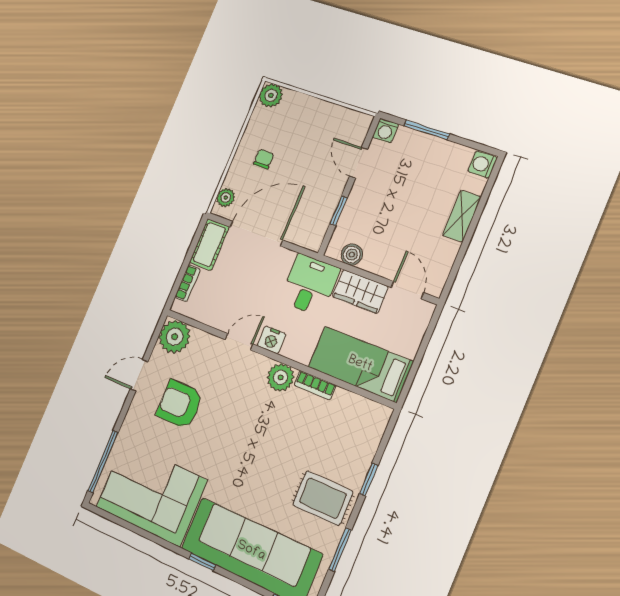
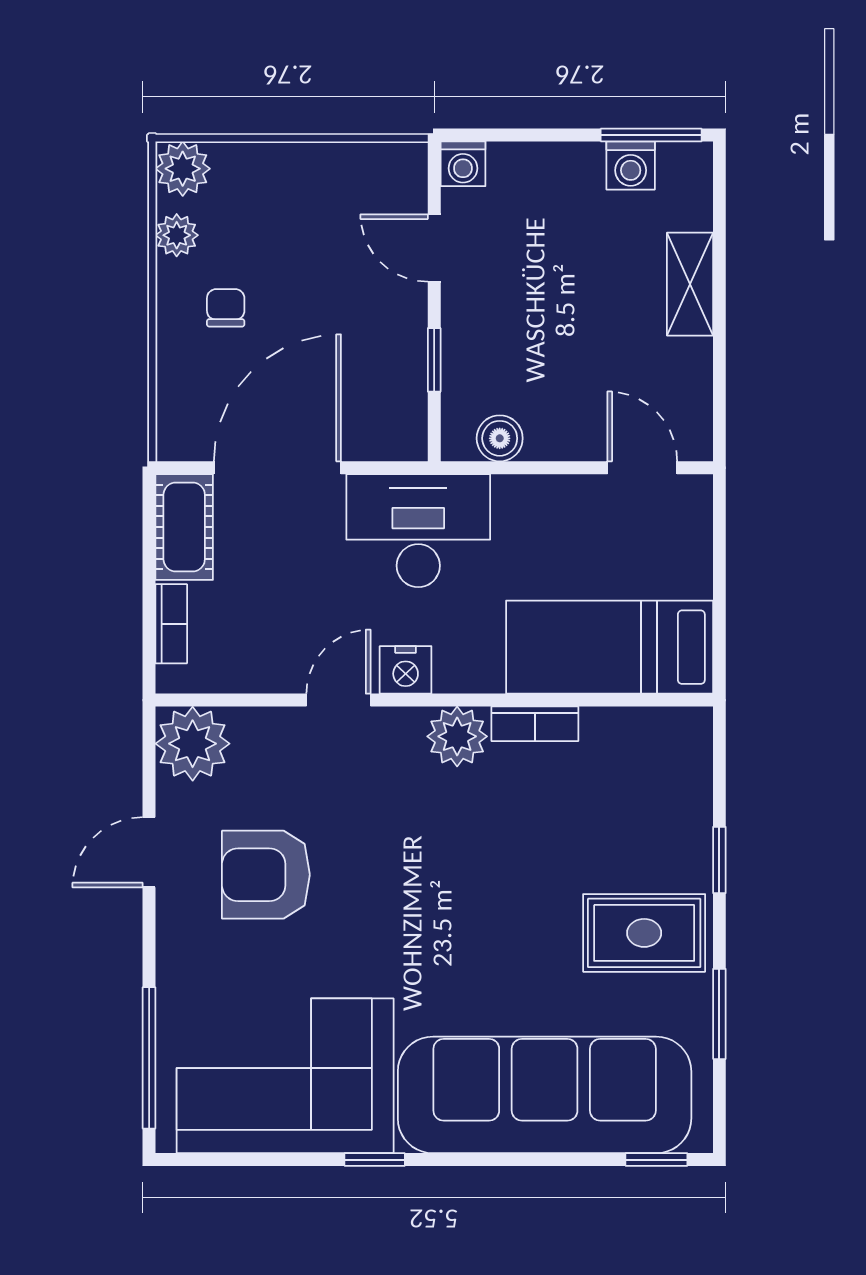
window: (427, 130) -> (651, 135), moved
washing machine: (482, 164) -> (631, 165), moved, turned -90
plant: (226, 198) -> (177, 235), moved
desk: (310, 285) -> (418, 531), width x1.37
wardrobe: (360, 292) -> (548, 505), removed
window: (202, 562) -> (375, 1160), moved

